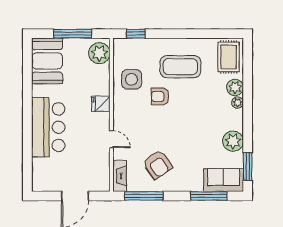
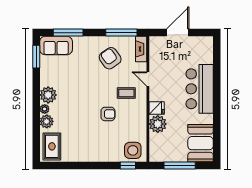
plant: (99, 53) -> (158, 124), moved
coffee table: (180, 67) -> (126, 93), moved, width x0.54, depth x0.58
side table: (132, 79) -> (133, 150), moved
plant: (233, 141) -> (48, 95), moved

